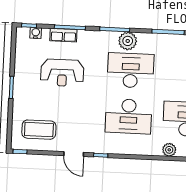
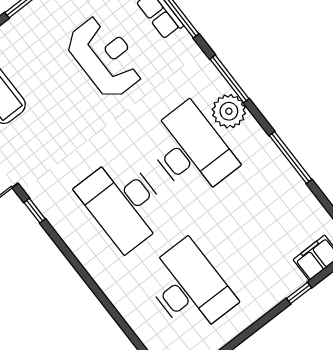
reception desk: (62, 73) -> (105, 57), turned 180
plant: (169, 150) -> (125, 301), removed

